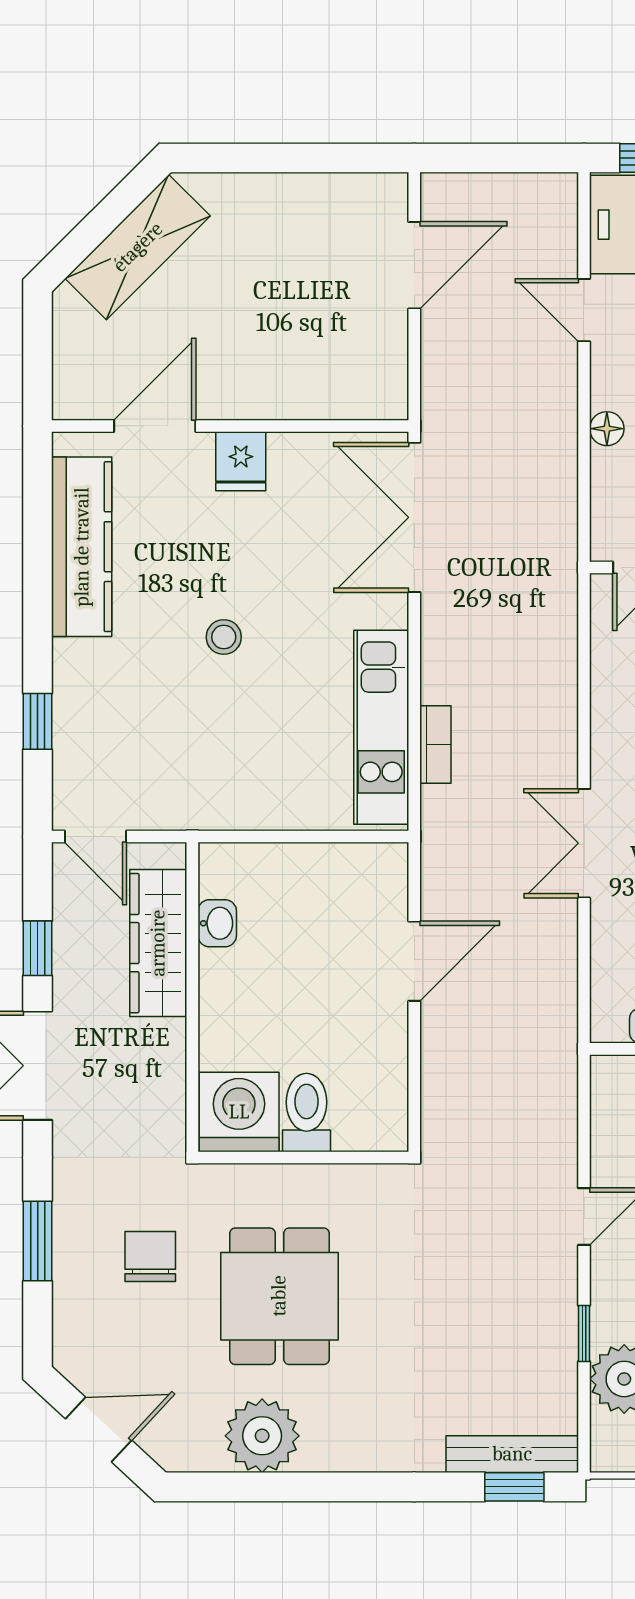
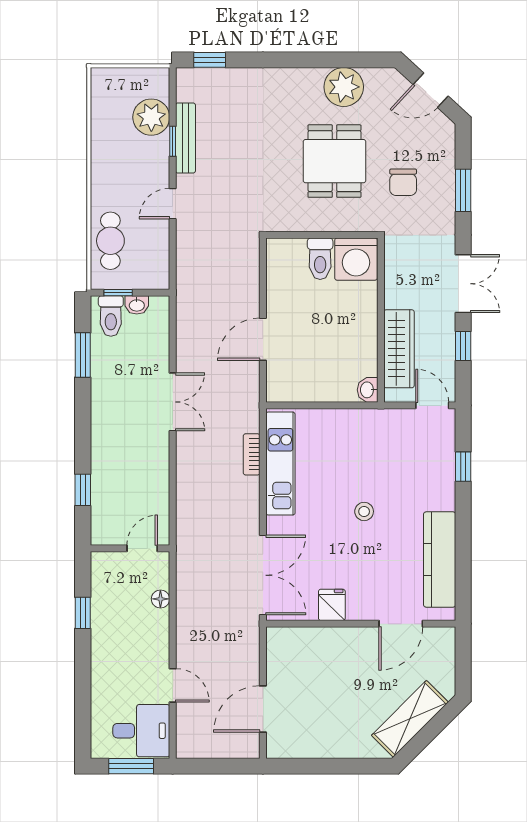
floor lamp: (607, 429) -> (160, 599), moved
fridge: (241, 461) -> (332, 605), moved
washbasin: (217, 923) -> (368, 390), moved
bench: (512, 1454) -> (185, 138), moved, turned 90

